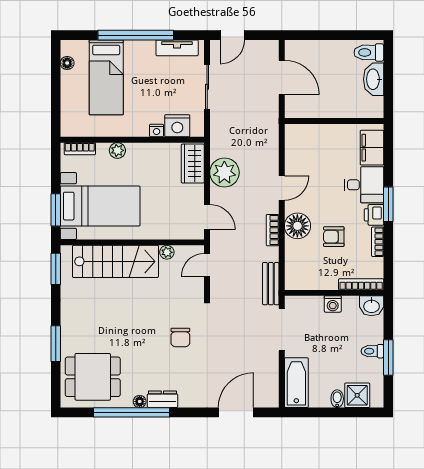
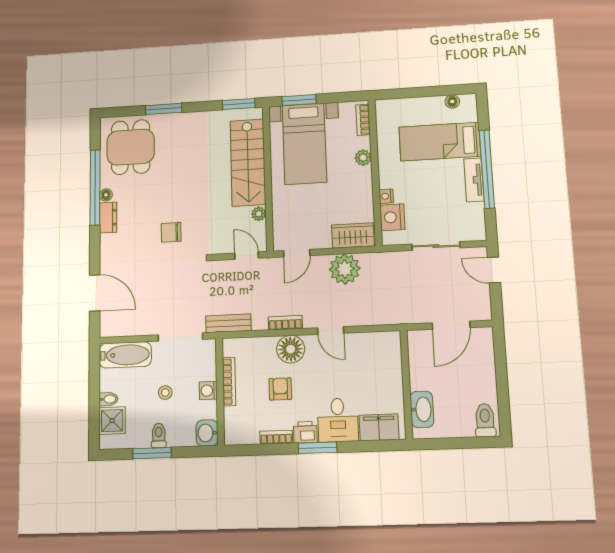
tv unit: (177, 48) -> (474, 180), moved
washbasin: (374, 79) -> (422, 409), moved, turned 90
bookcase: (361, 284) -> (229, 381), moved
stool: (333, 345) -> (165, 393), added

